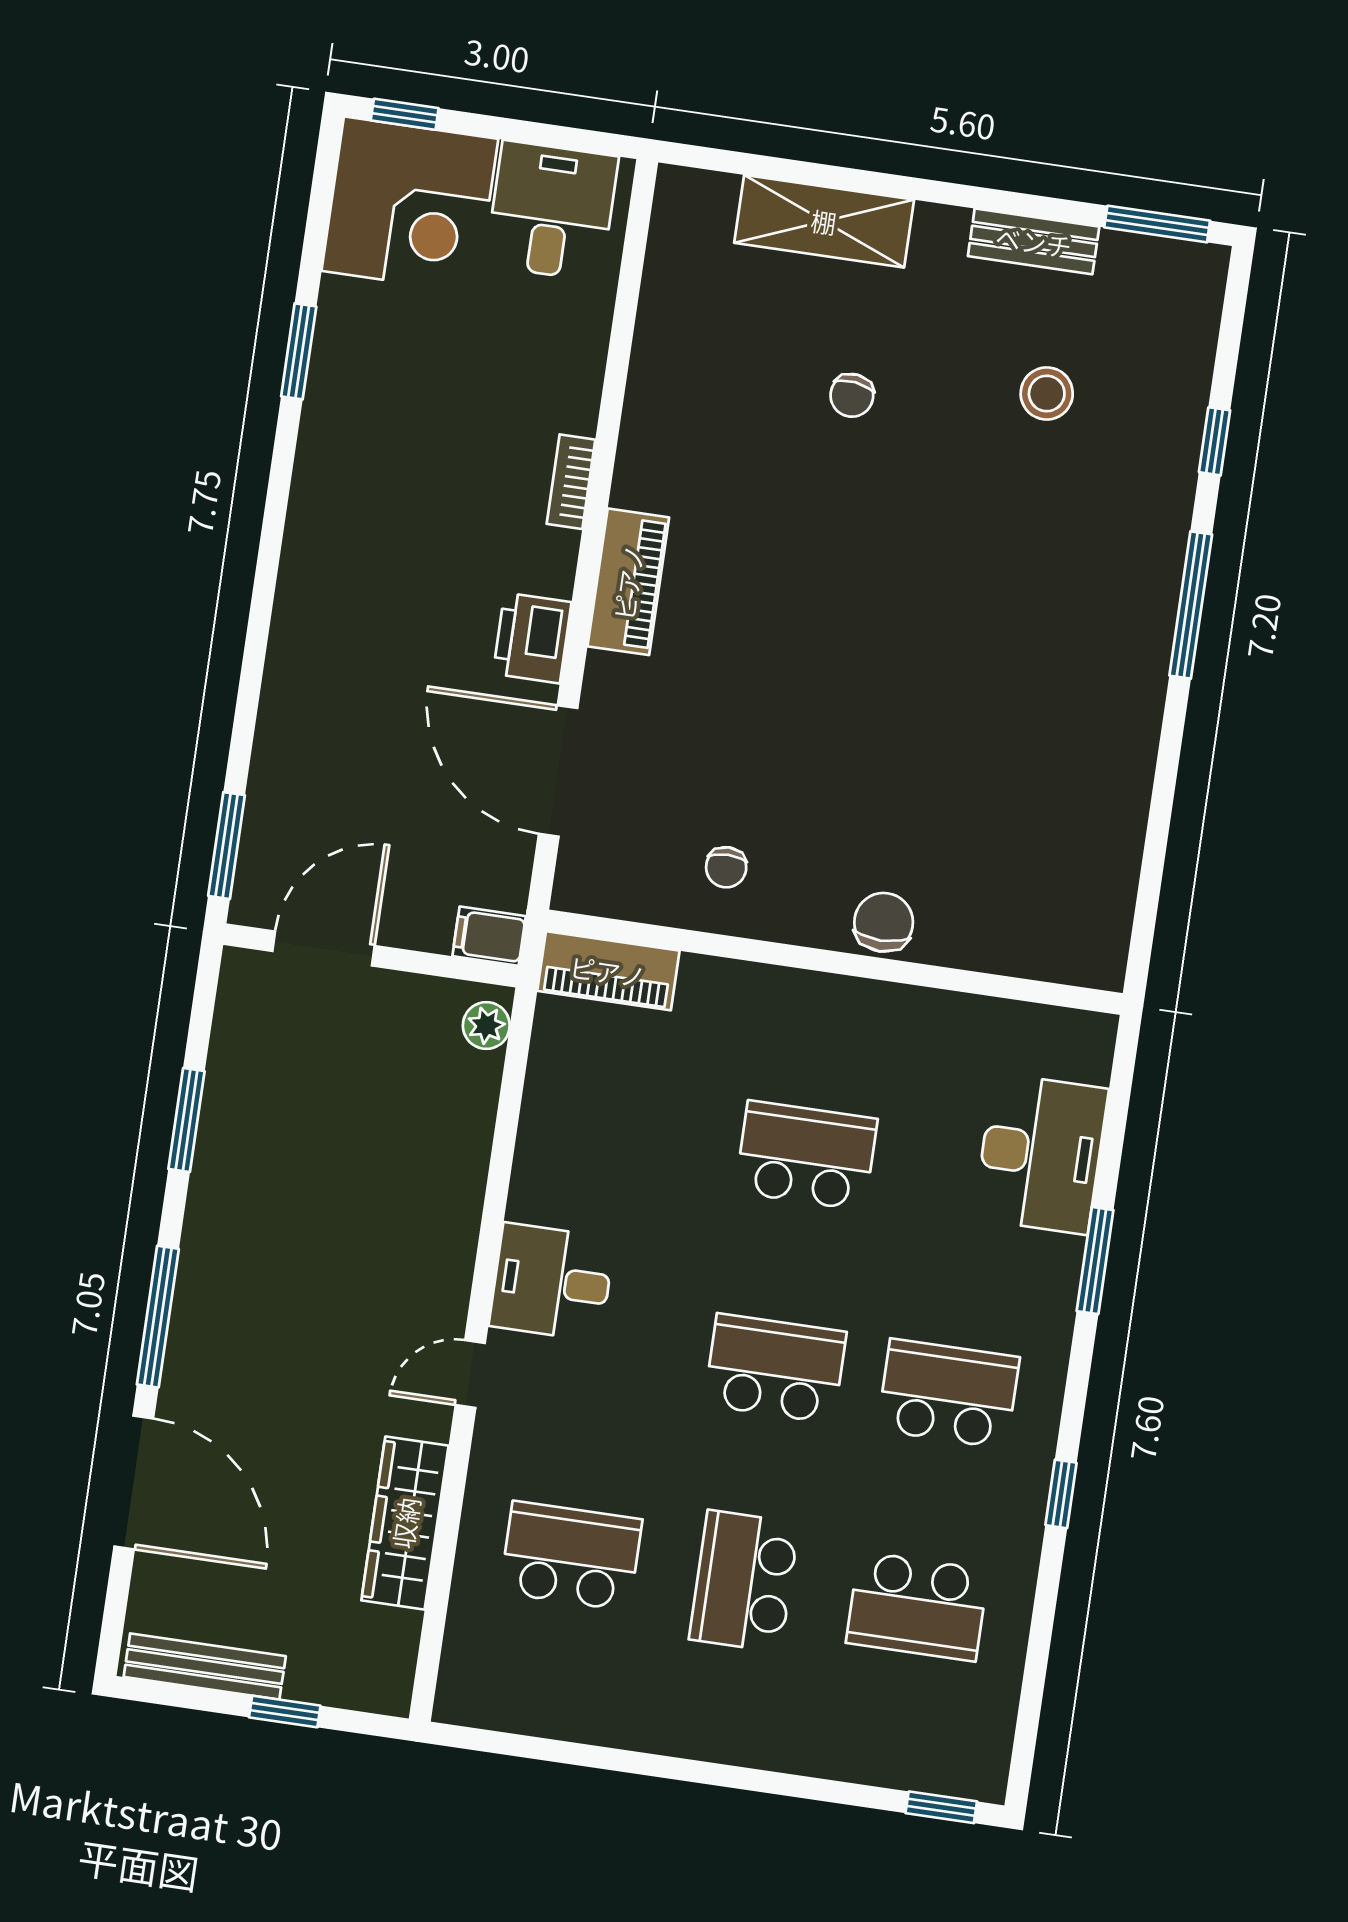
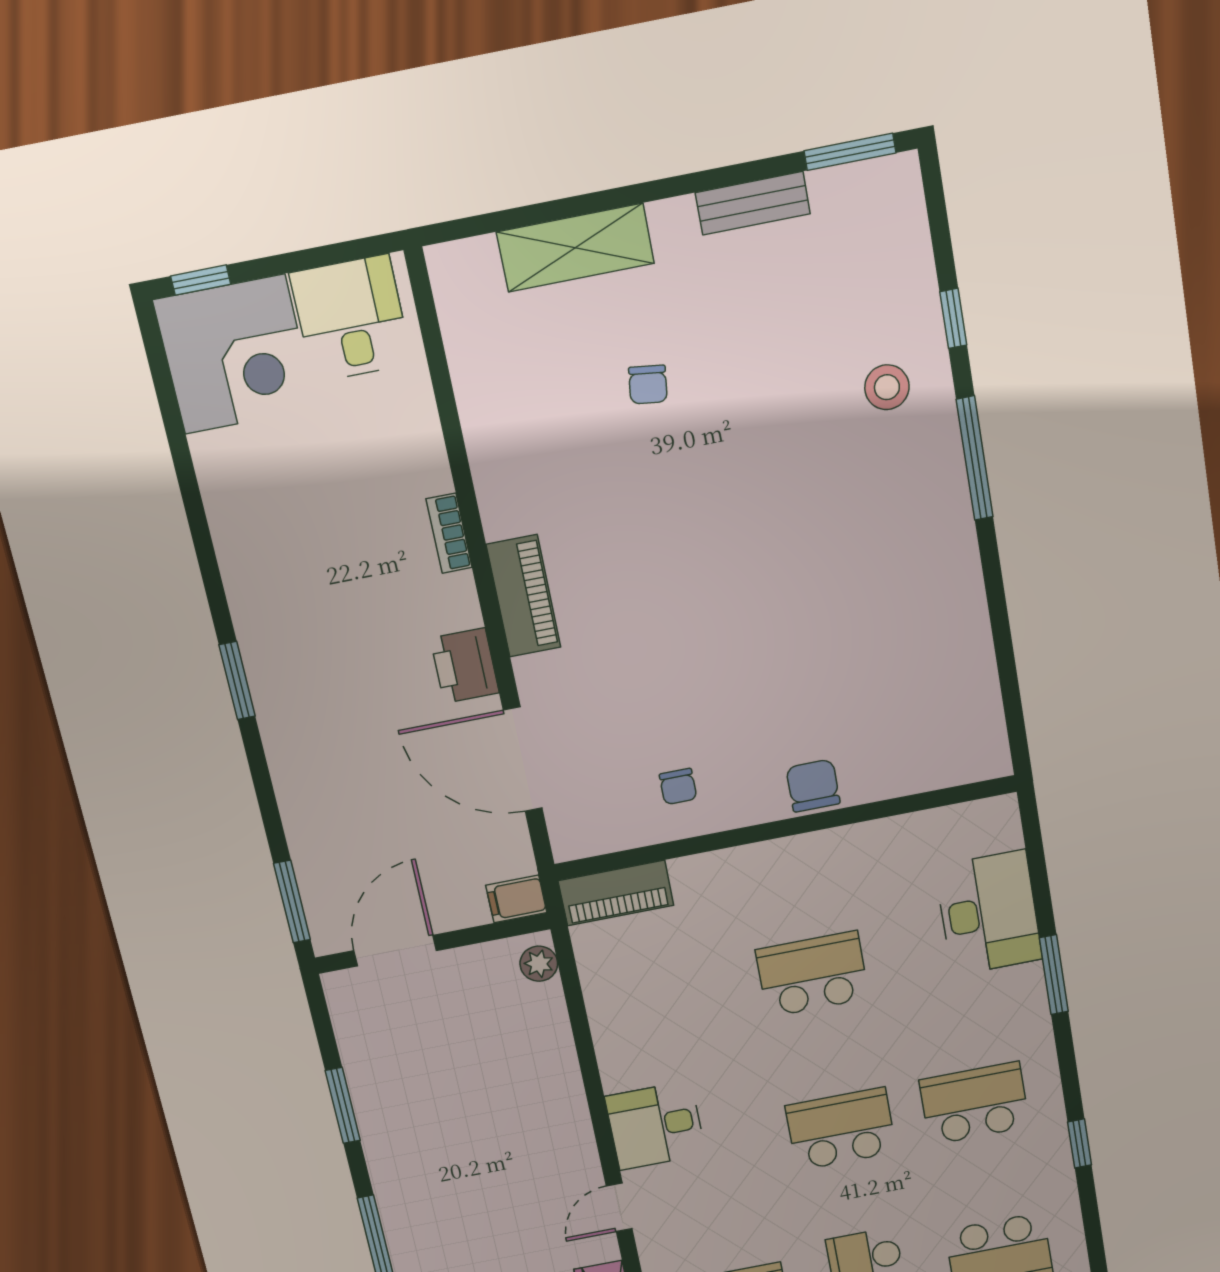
window: (299, 351) -> (237, 681), moved
stool: (1047, 393) -> (887, 387), moved

